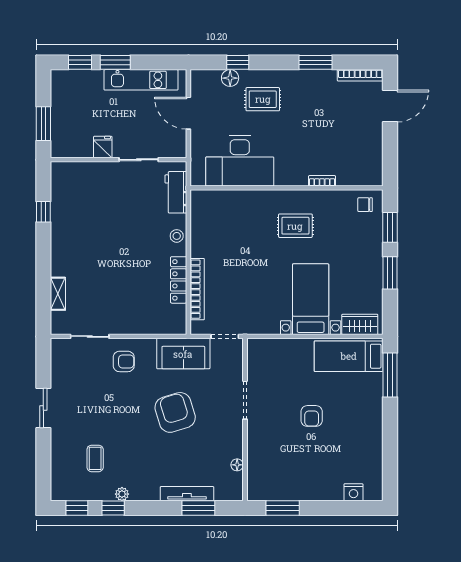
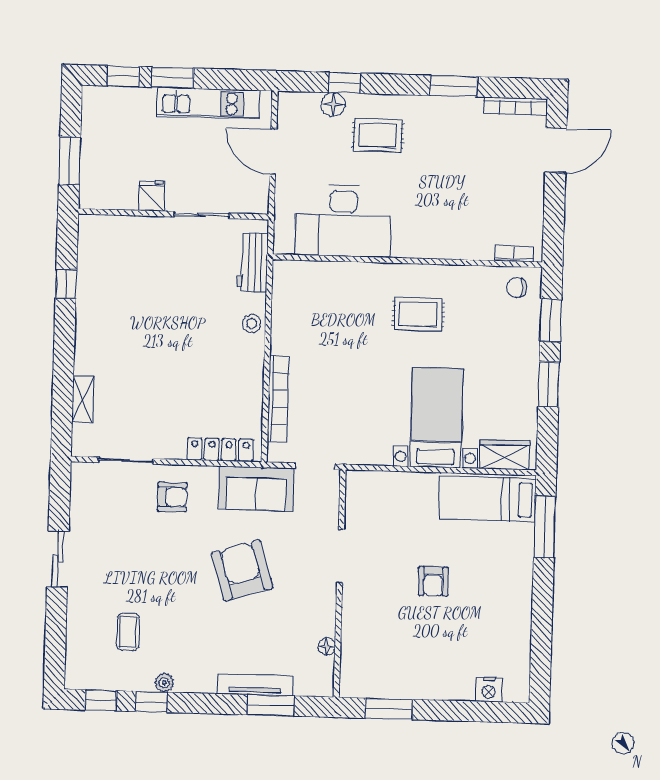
bookcase: (322, 181) -> (514, 254), moved
locker: (179, 280) -> (220, 450), moved, turned 90

